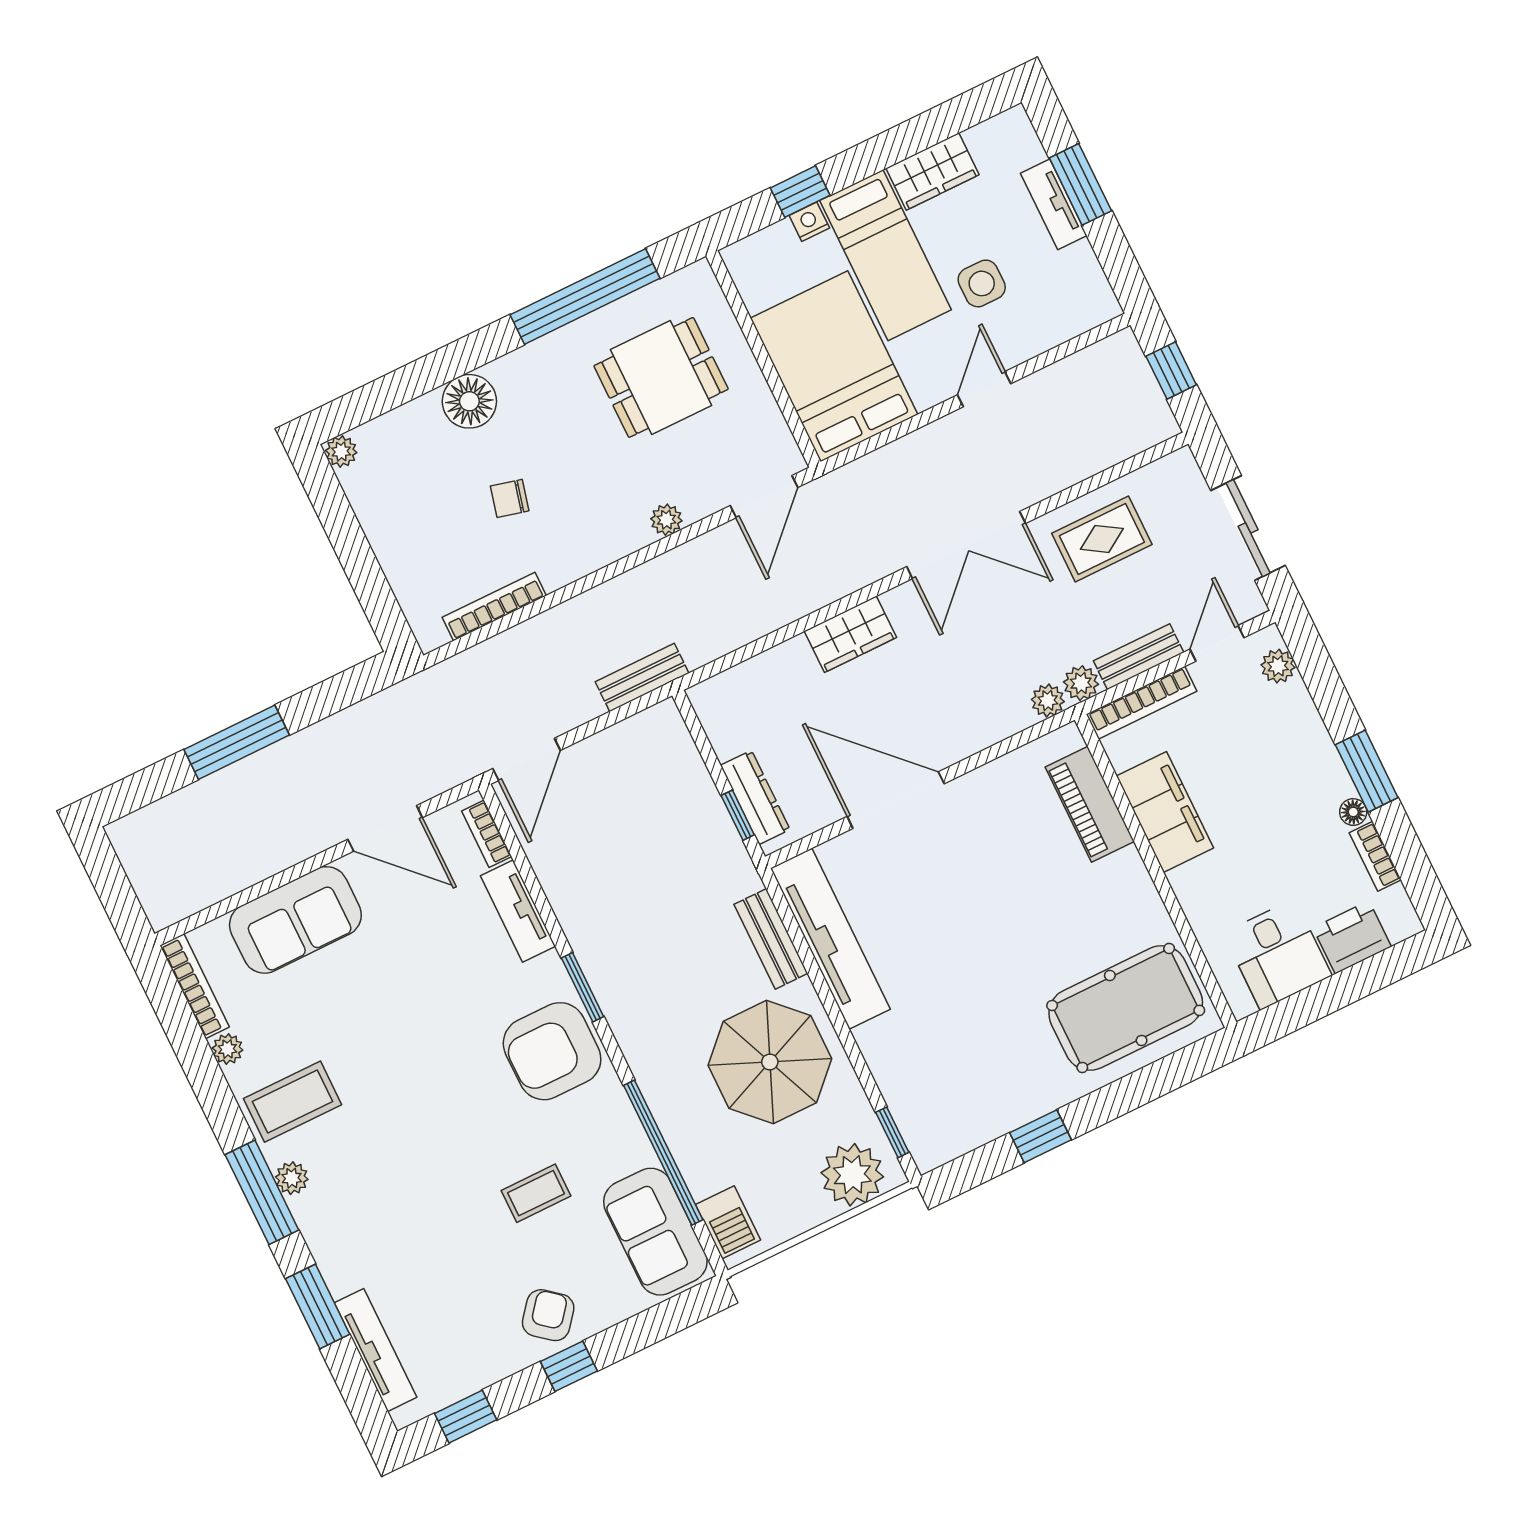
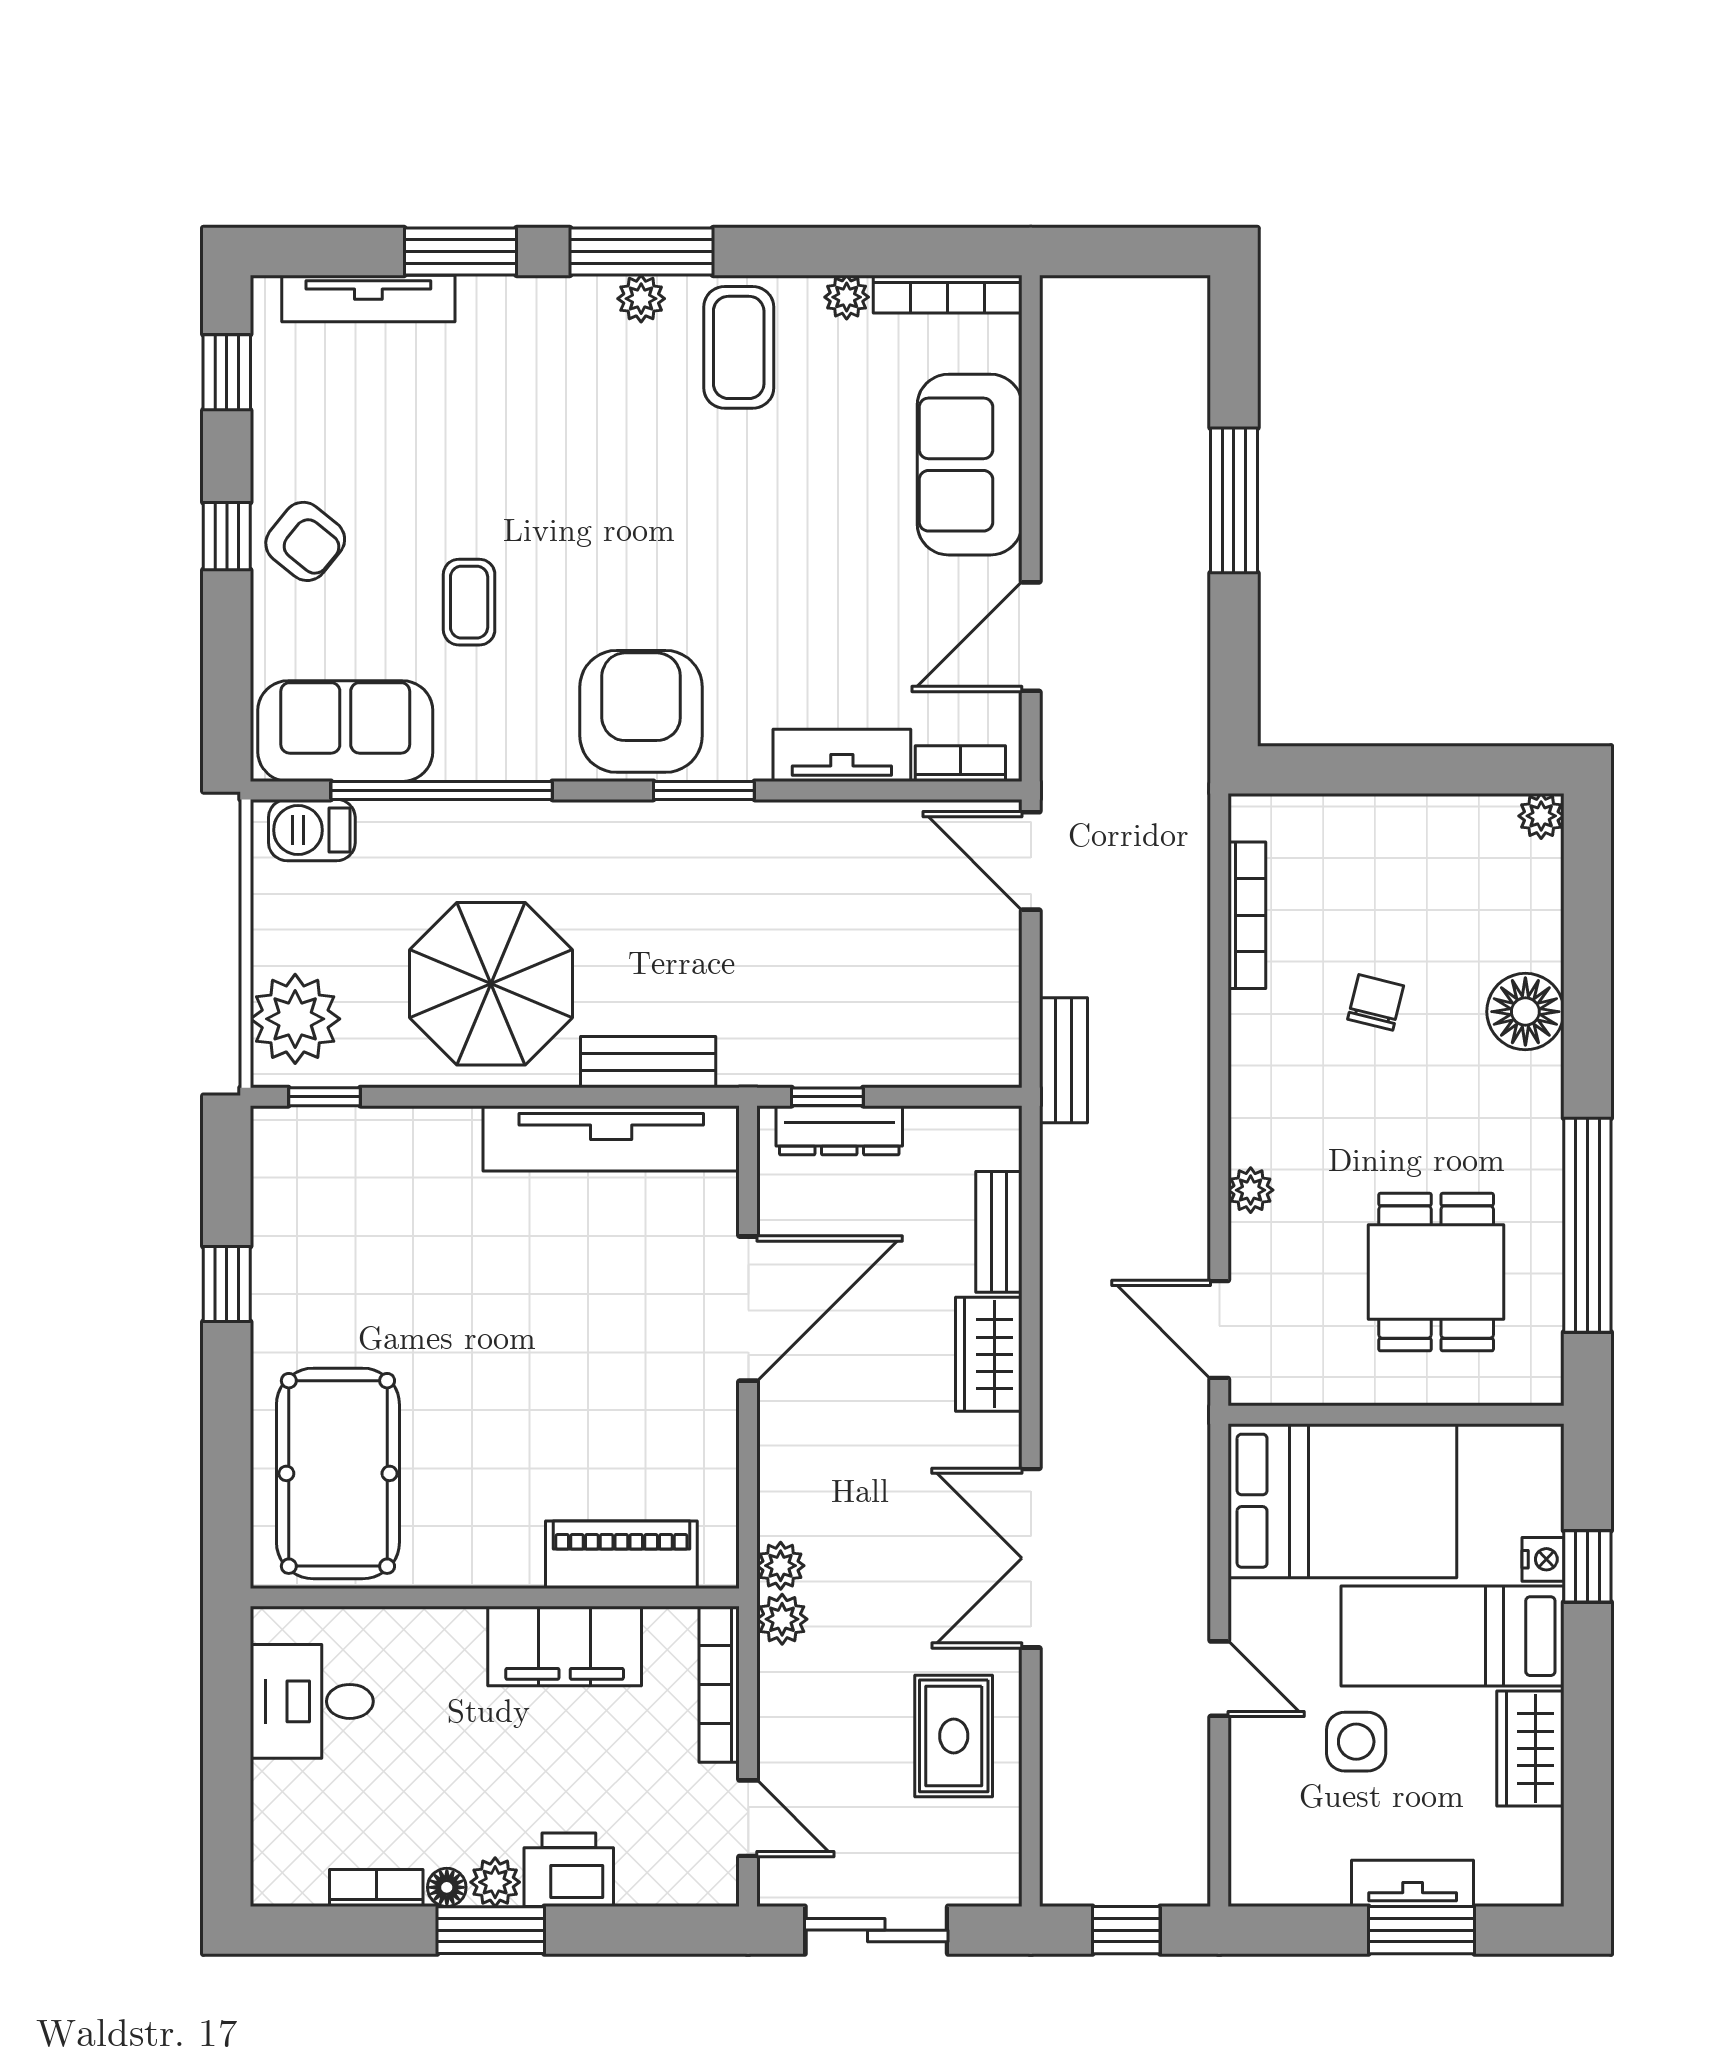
bench: (1139, 657) -> (999, 1232), moved
plant: (1278, 666) -> (495, 1882), moved
printer: (1352, 937) -> (569, 1870), moved, turned -90

